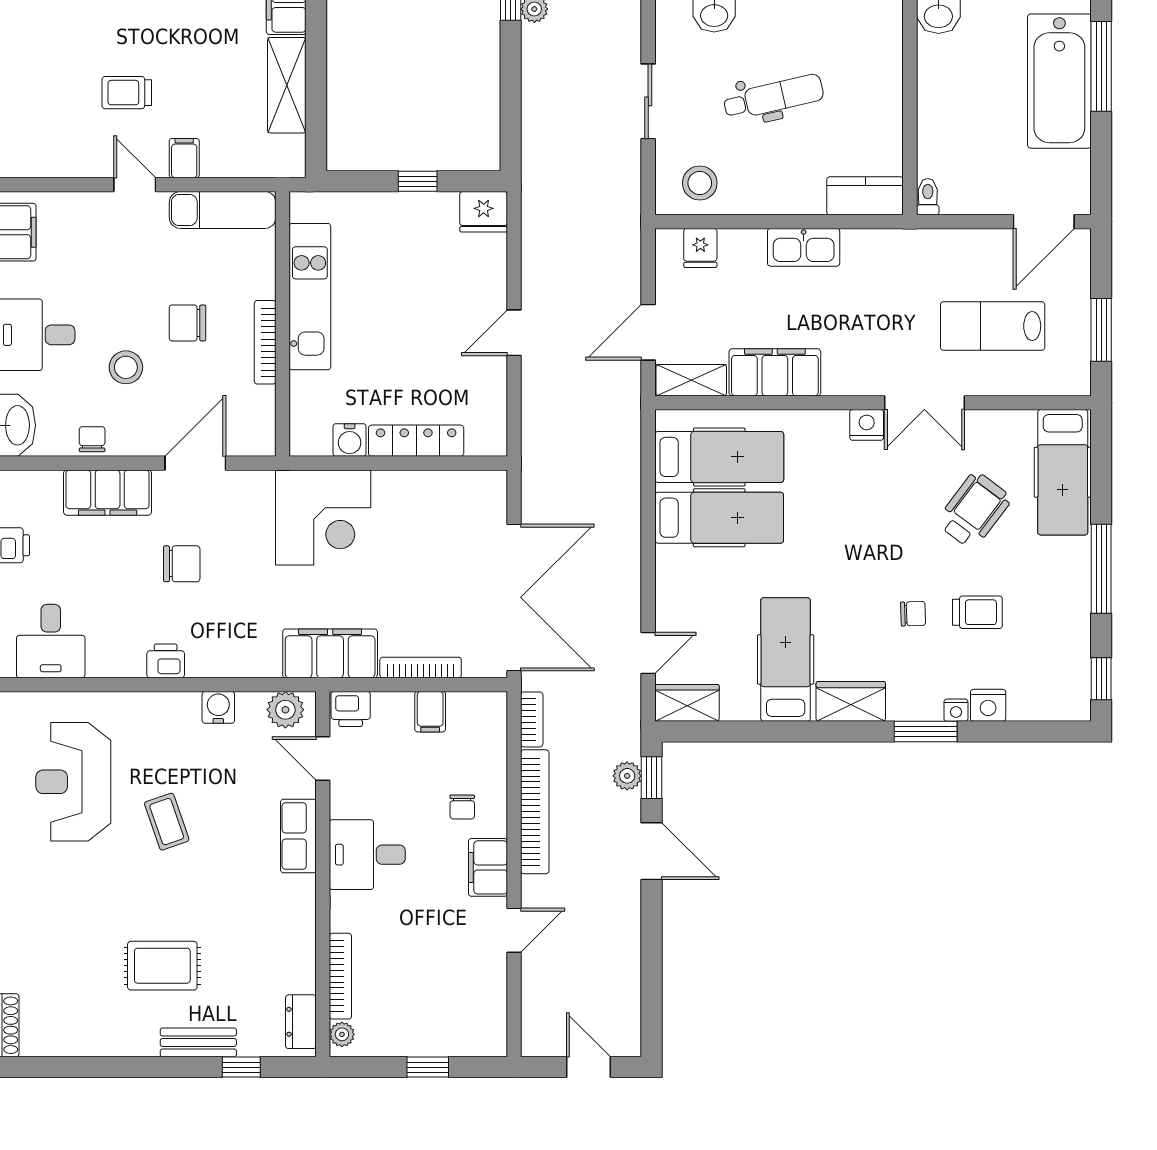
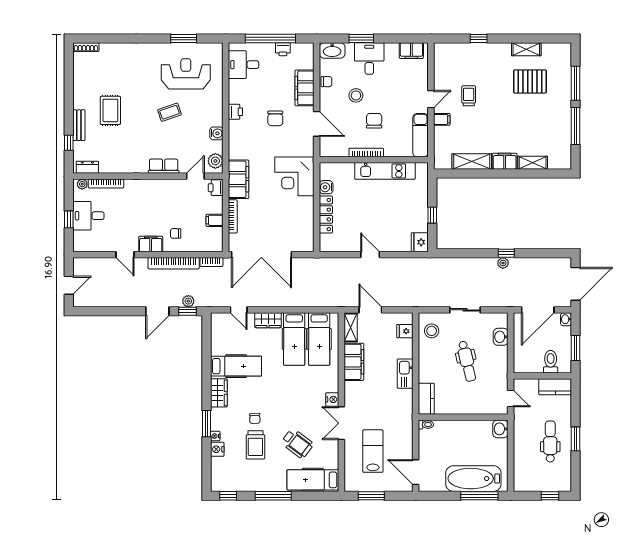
trolley: (977, 612) -> (255, 445), width x1.36, depth x1.39
wardrobe: (687, 703) -> (268, 320), moved, turned 90
desk: (367, 855) -> (88, 216), moved, turned -90

